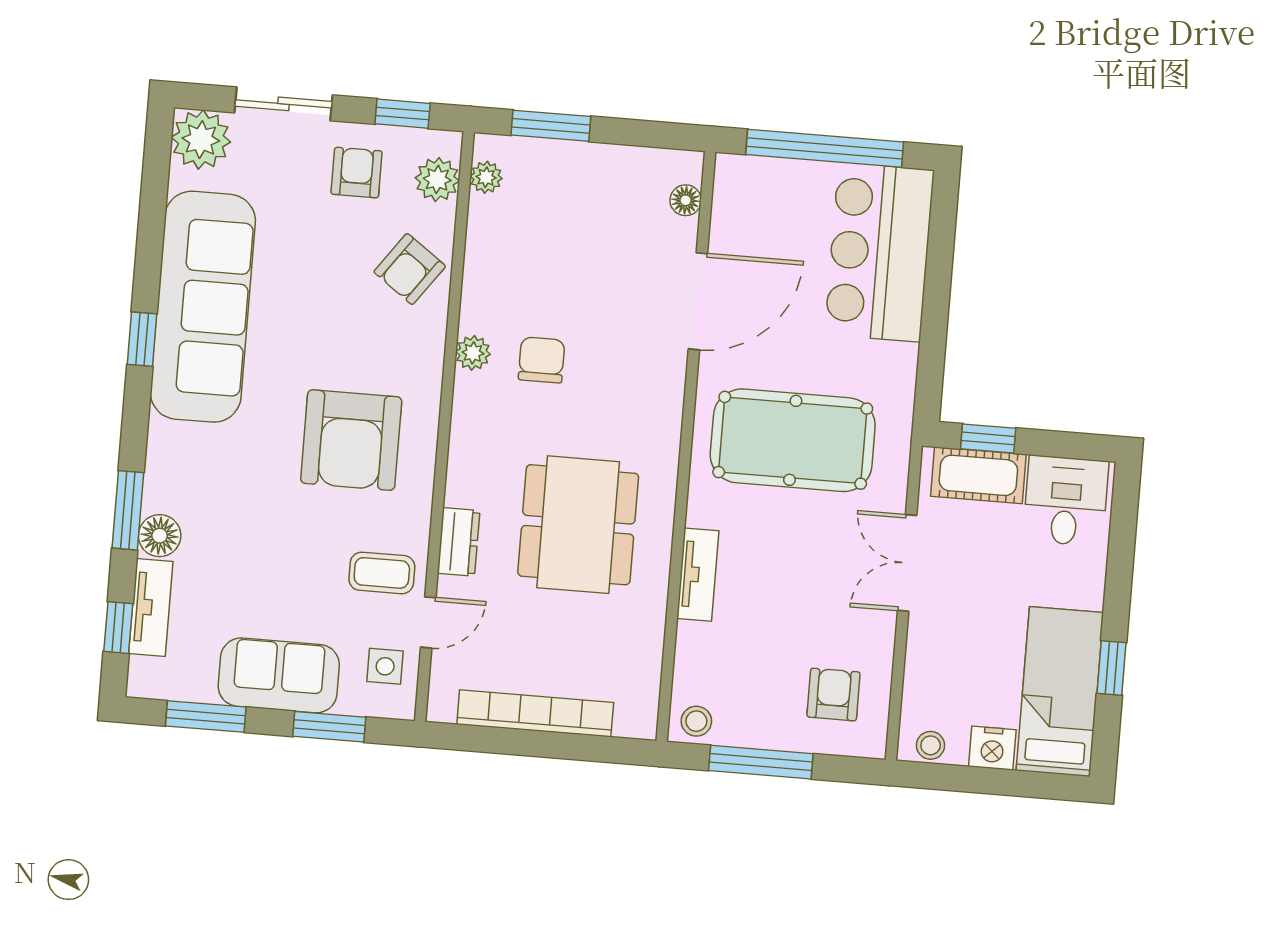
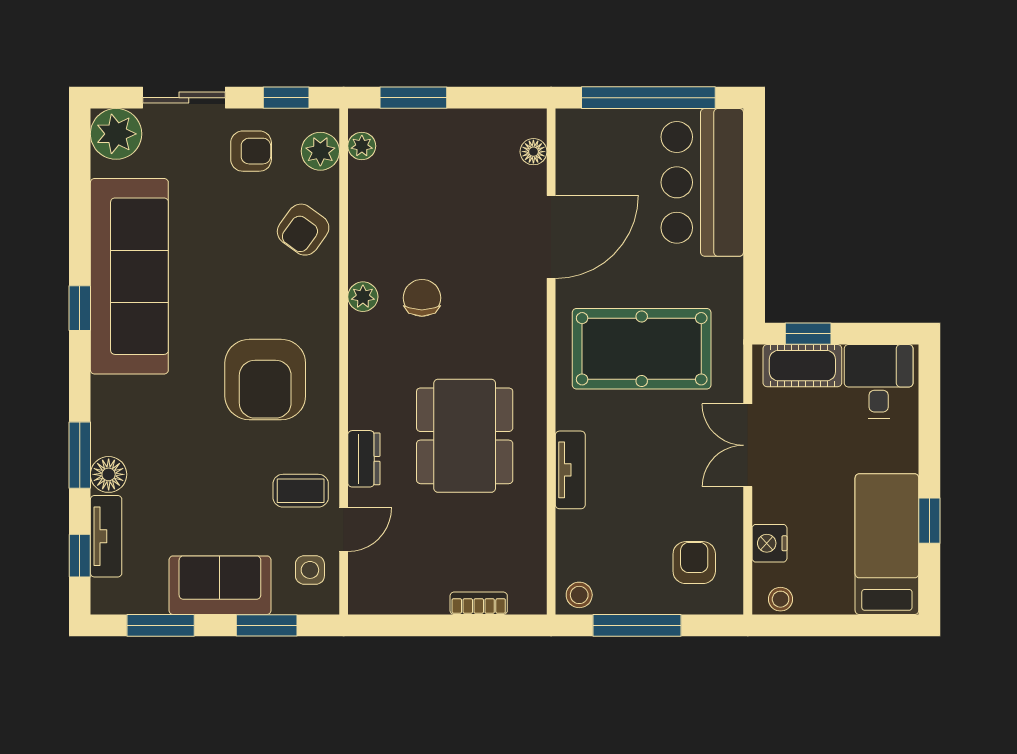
armchair: (357, 173) -> (251, 151), turned 90
bookcase: (535, 713) -> (479, 603), width x0.43, depth x0.76
nightstand: (992, 748) -> (769, 543), moved, turned 90

